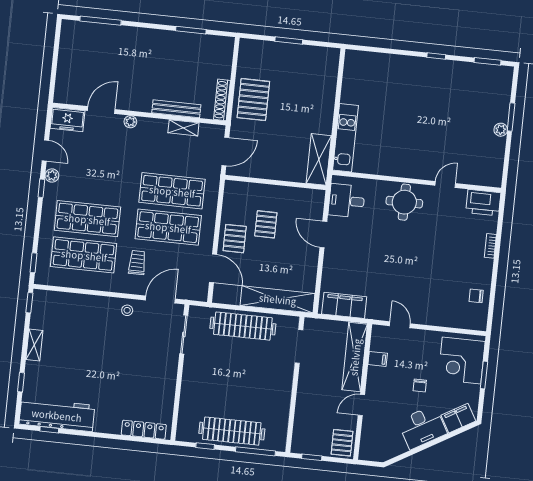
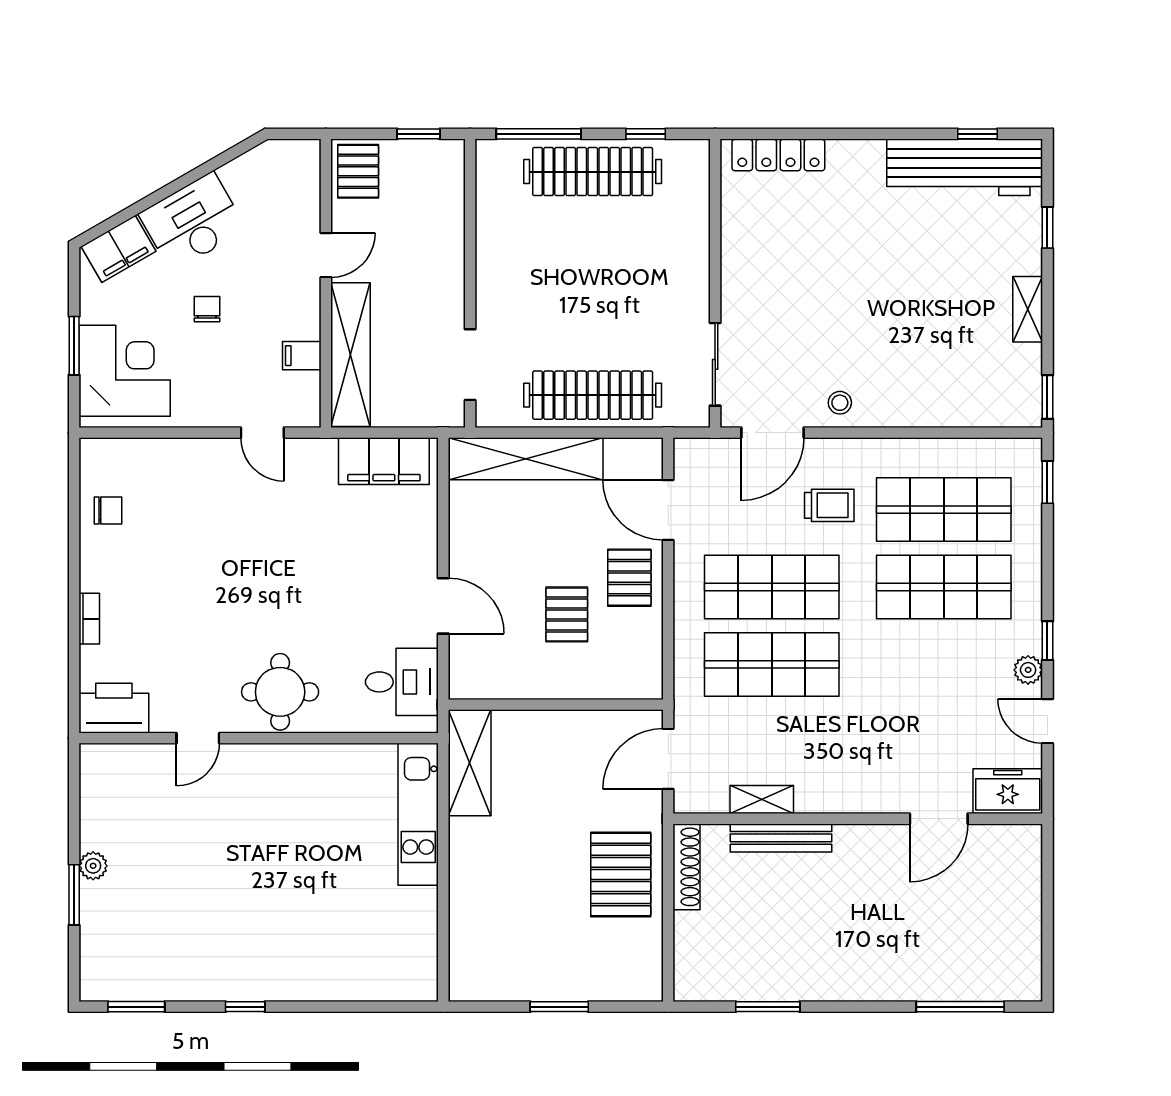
plant: (130, 122) -> (875, 801), removed
trolley: (137, 263) -> (829, 505), turned -90

